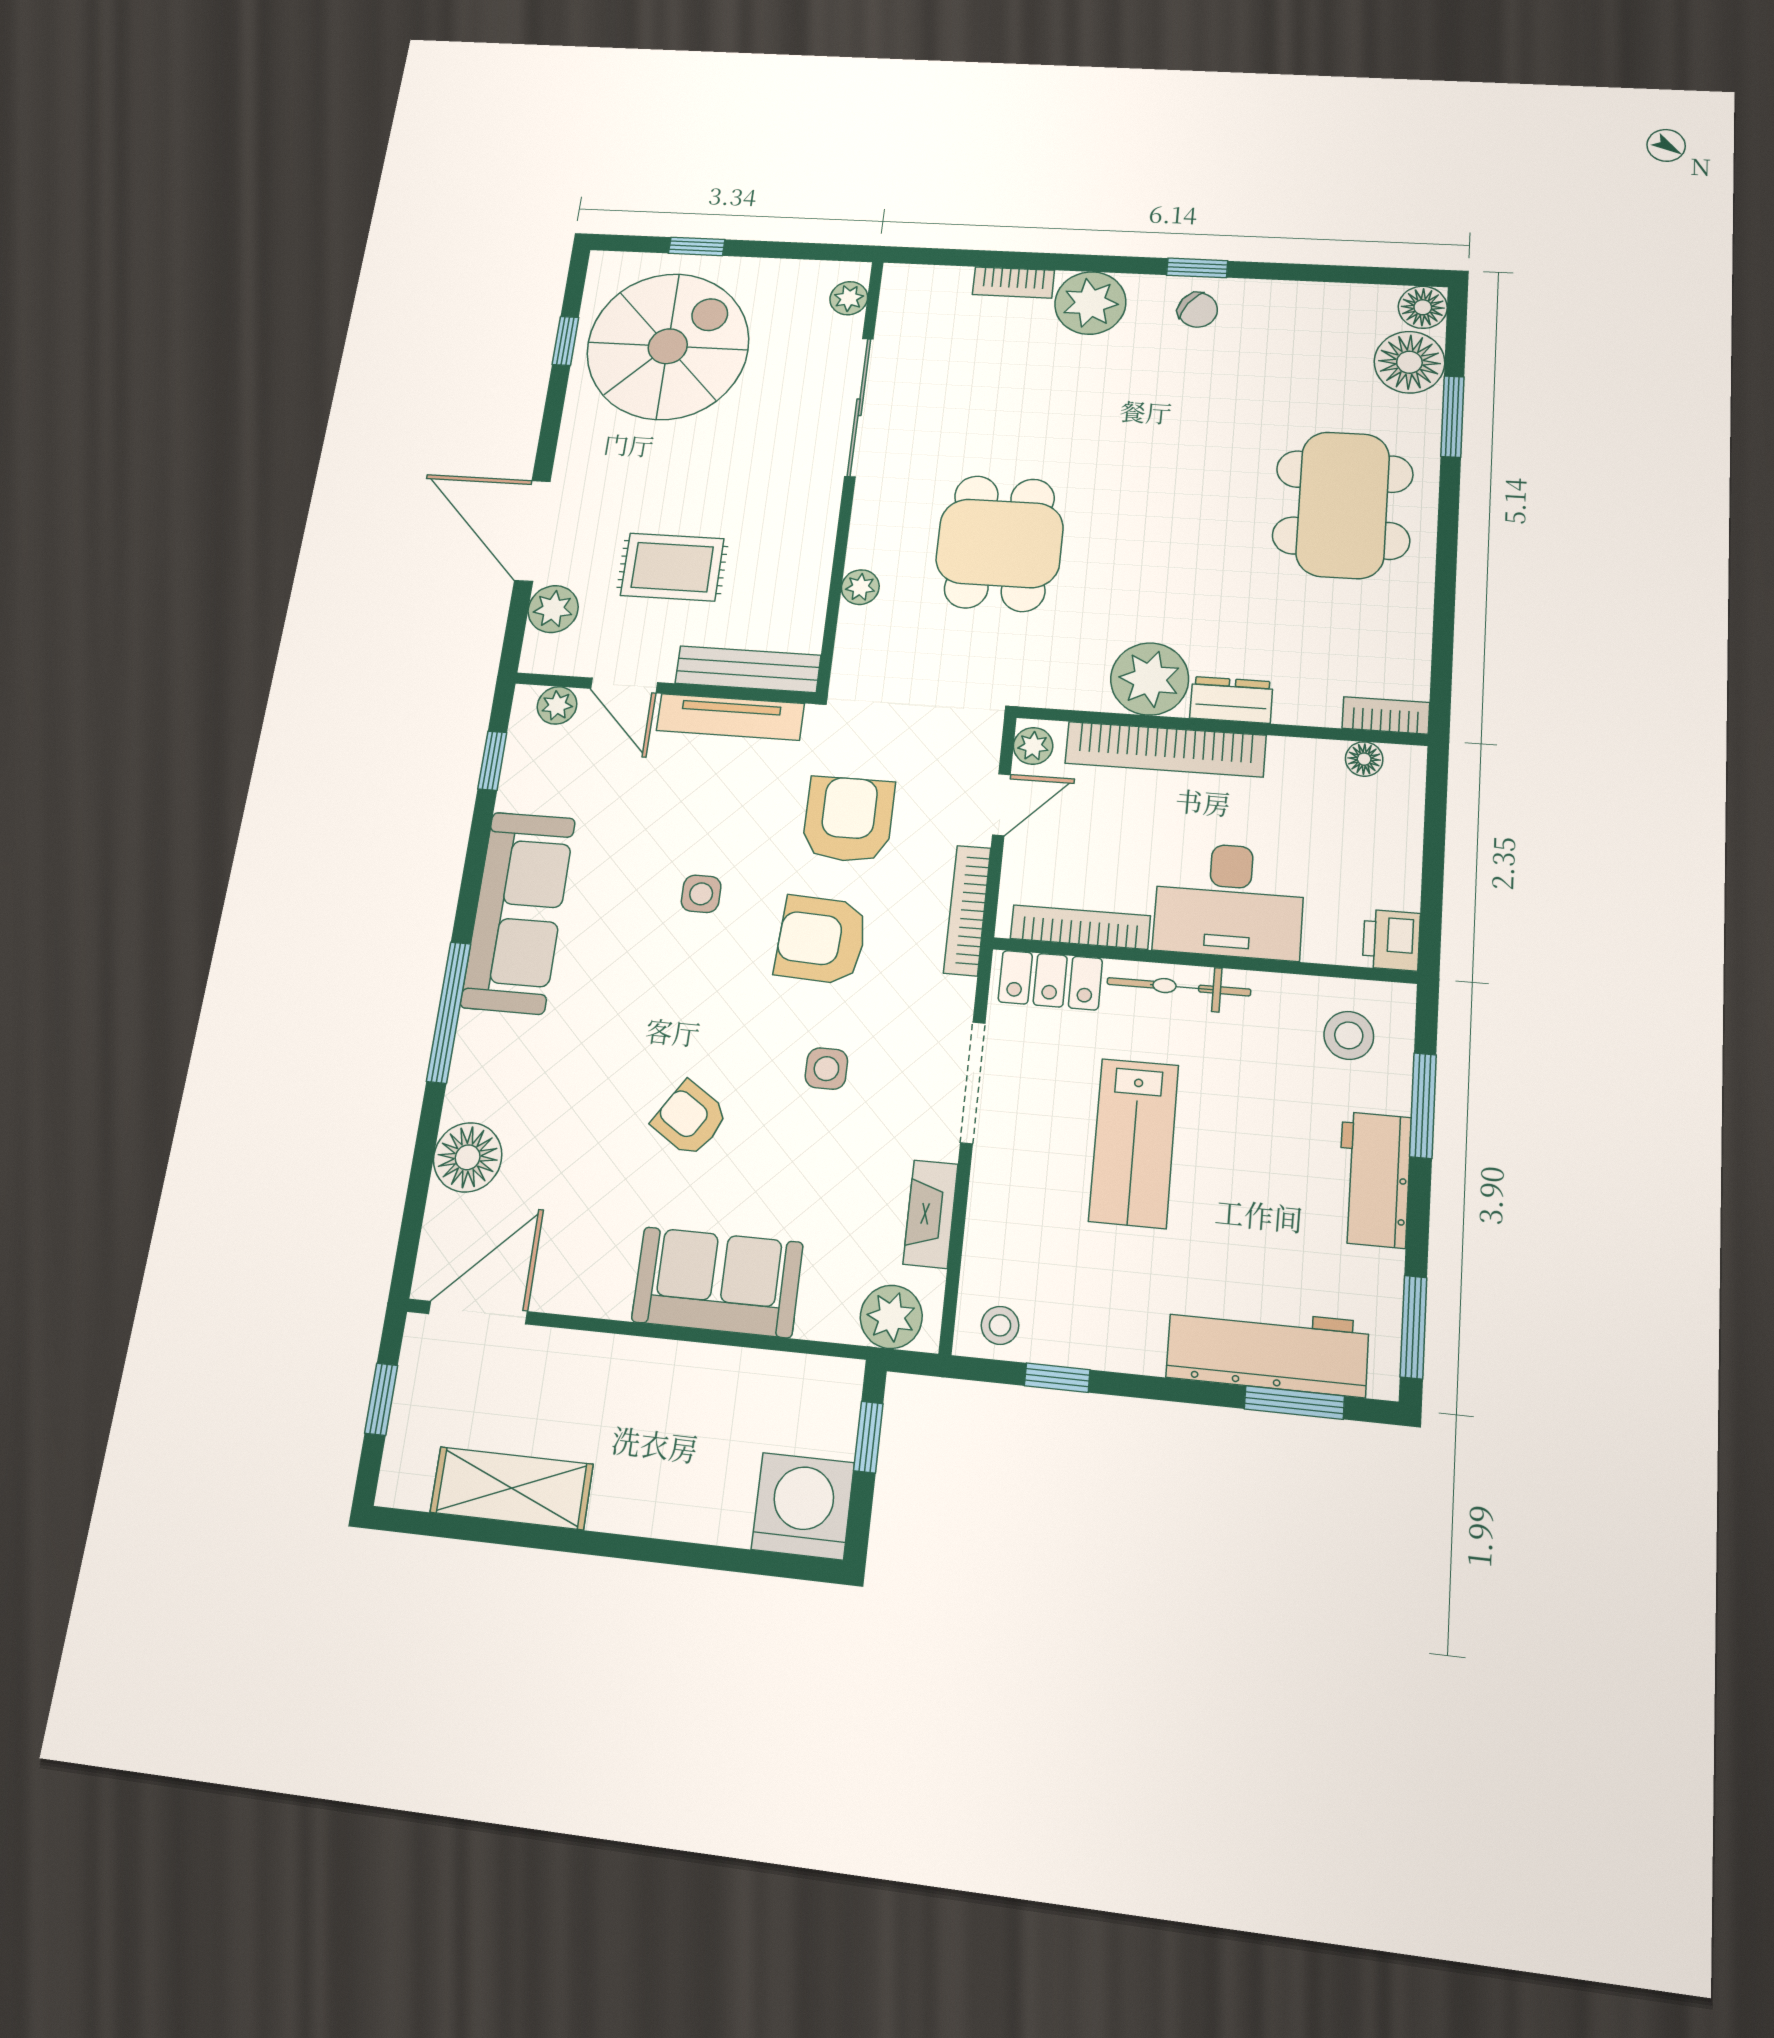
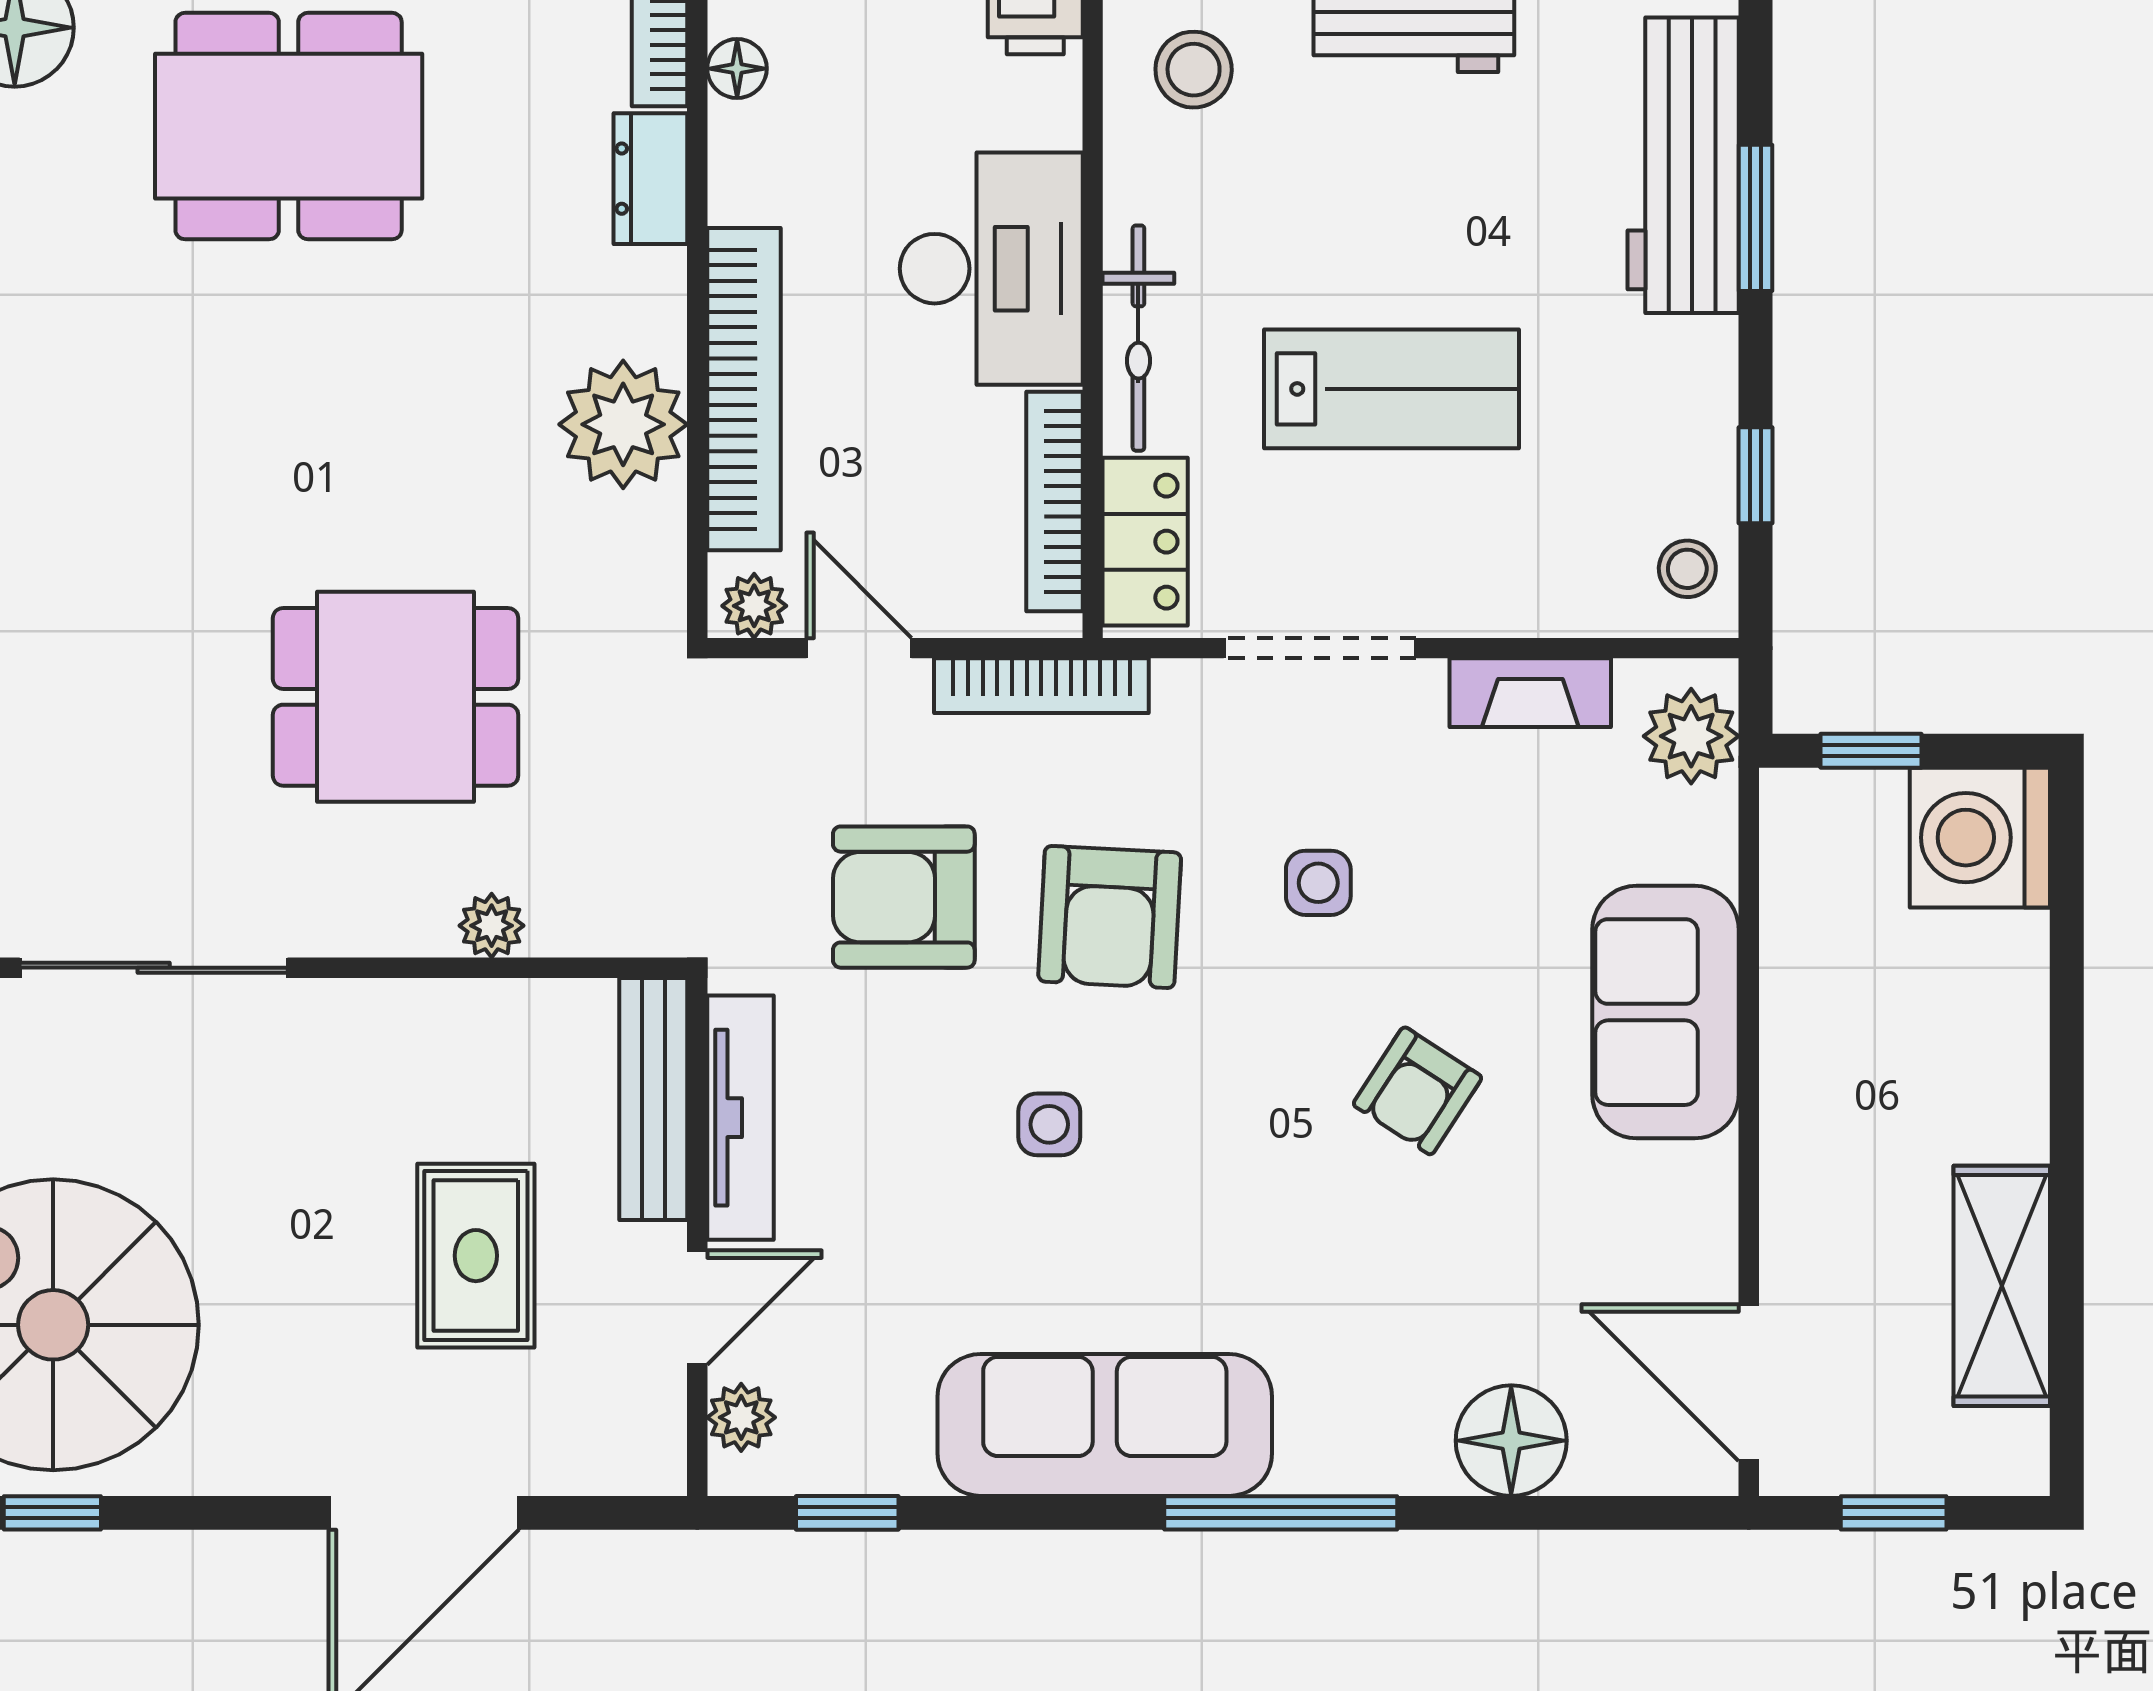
plant: (553, 609) -> (567, 1452), removed
dresser: (1231, 700) -> (650, 179), moved
window: (1294, 1403) -> (1755, 218), moved

